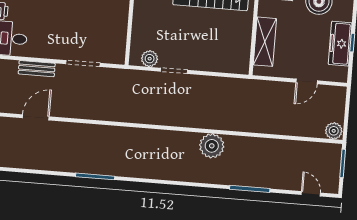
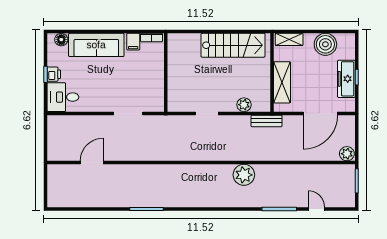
plant: (150, 59) -> (244, 105), moved
bench: (37, 69) -> (267, 121), moved
door: (307, 81) -> (320, 113), width x1.87
door: (311, 194) -> (316, 209), moved

